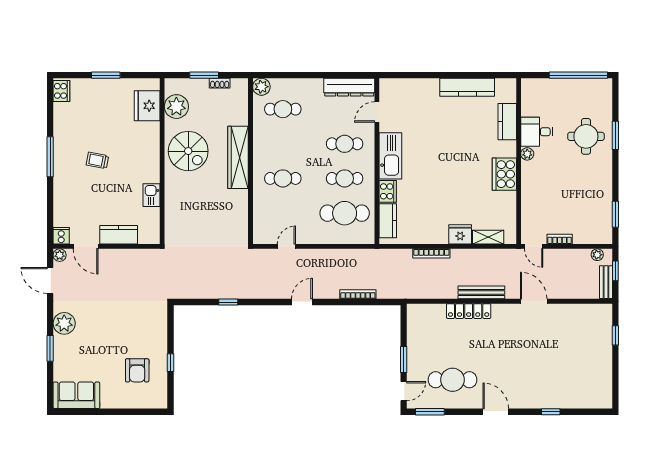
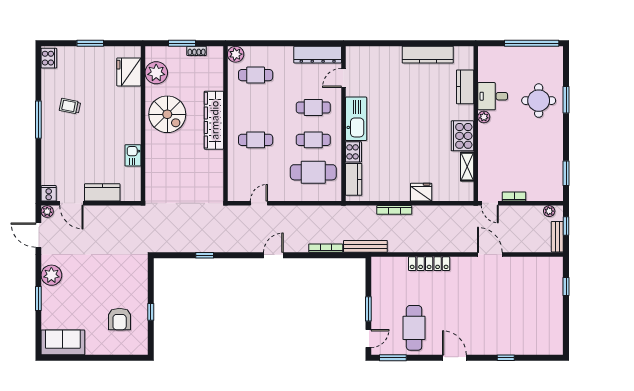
trolley: (97, 160) -> (70, 106), moved
shelving: (488, 237) -> (467, 167), moved, turned 90
bench: (481, 292) -> (365, 246), moved
cafe table: (453, 380) -> (414, 328), turned 90

